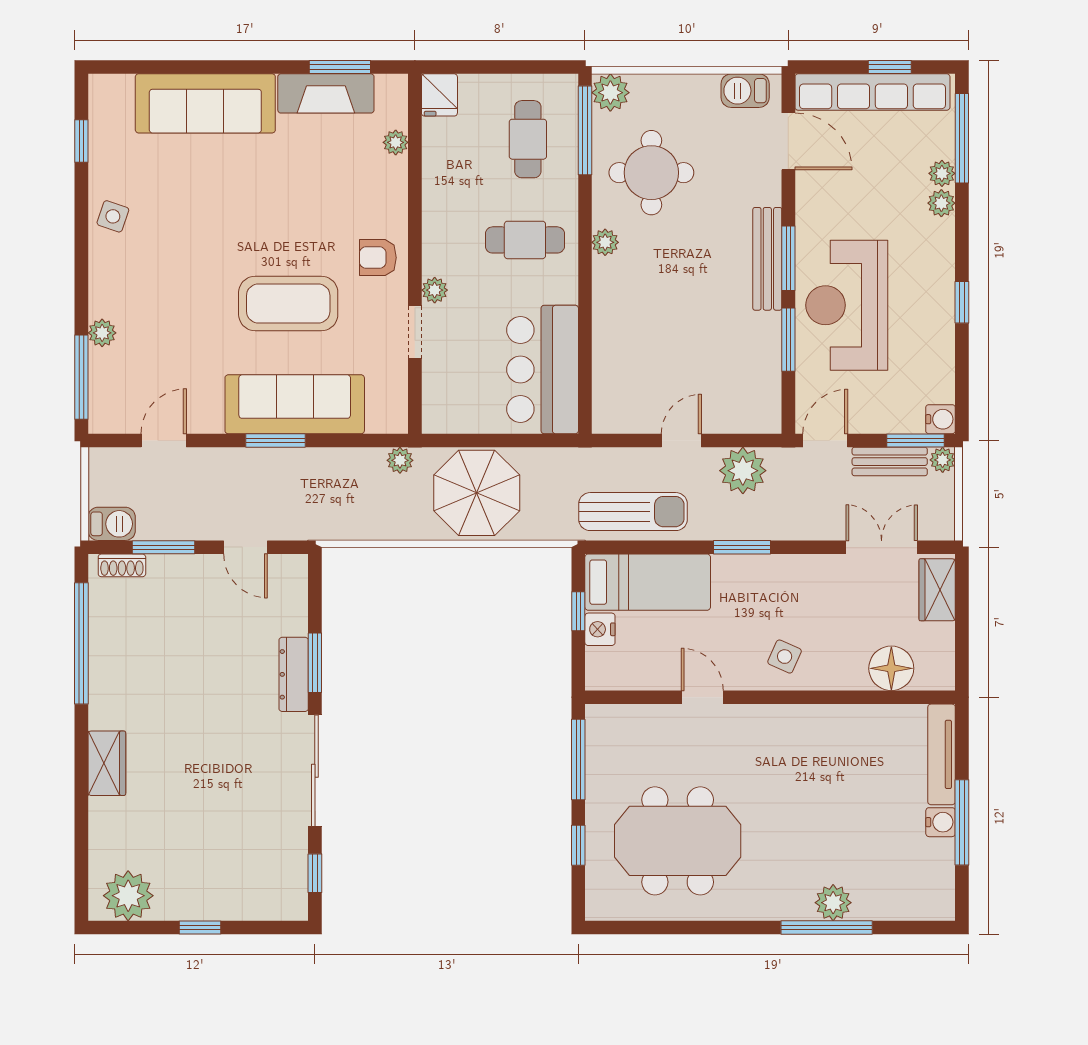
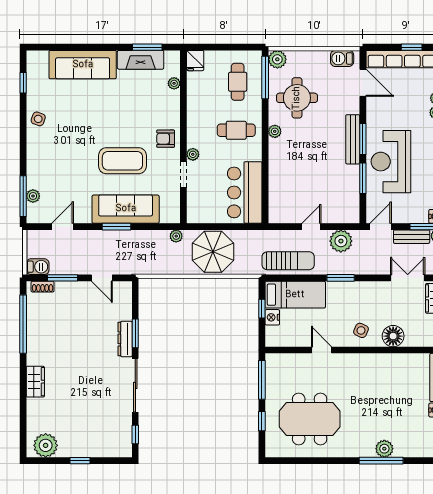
plant: (102, 333) -> (33, 196), moved
floor lamp: (891, 668) -> (393, 336), moved

